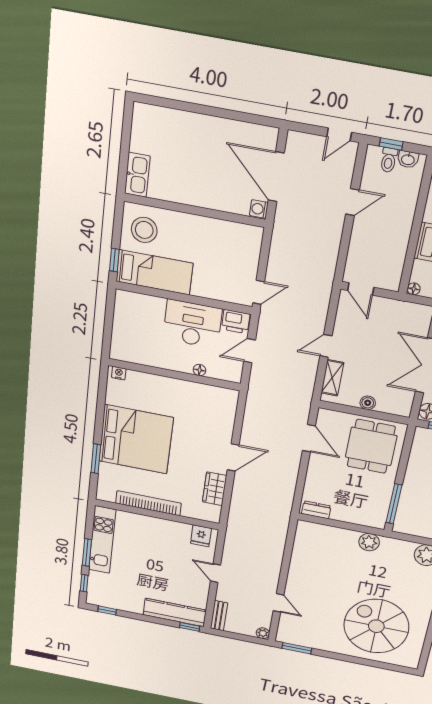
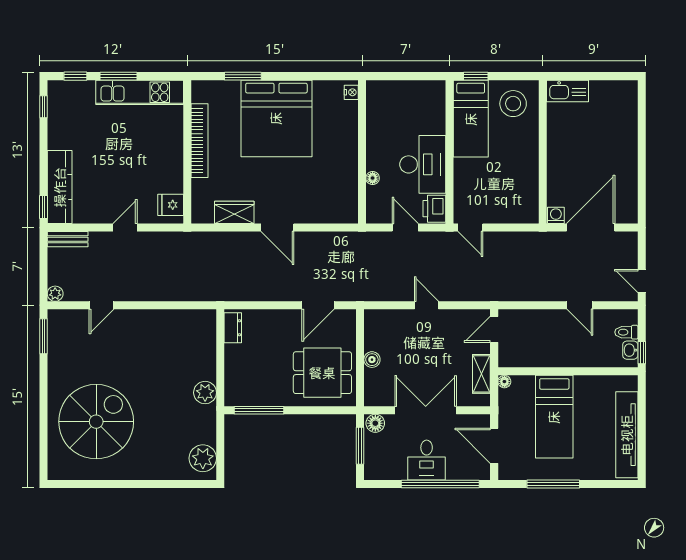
window: (391, 144) -> (642, 353), moved
shelving: (332, 378) -> (481, 374), moved, turned 90

